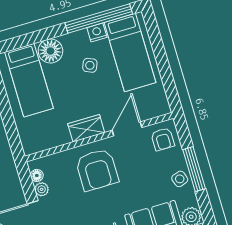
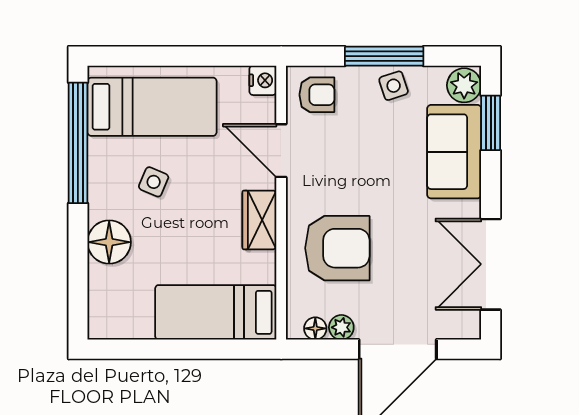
nightstand: (97, 32) -> (263, 80), moved, turned 180
bed: (29, 80) -> (216, 312), moved, turned 180
armchair: (97, 170) -> (337, 248), moved

